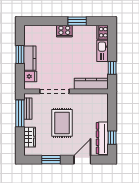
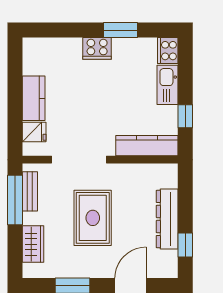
window: (20, 54) -> (15, 92), removed
dresser: (102, 138) -> (167, 219), moved

